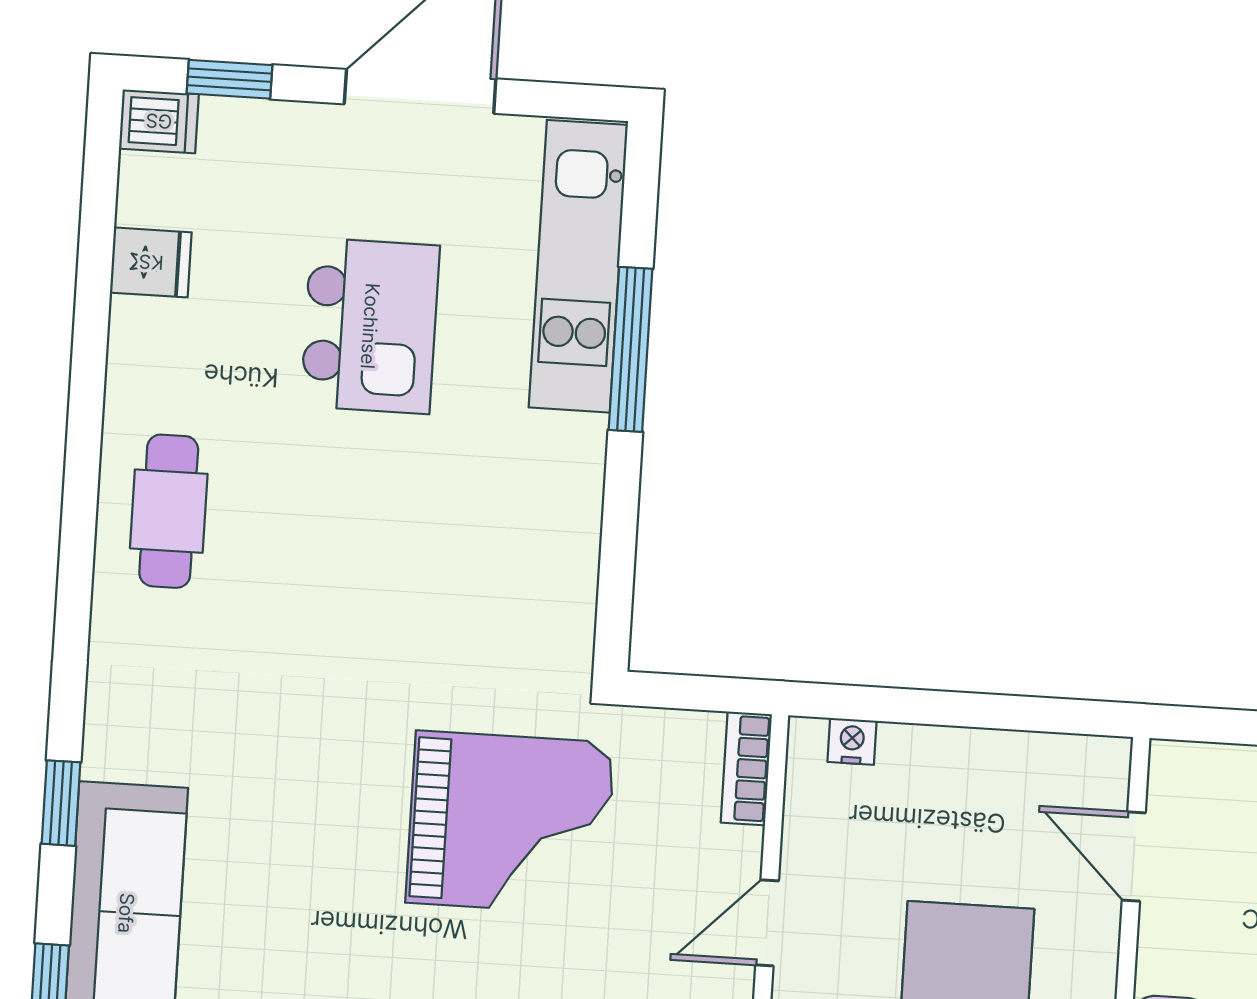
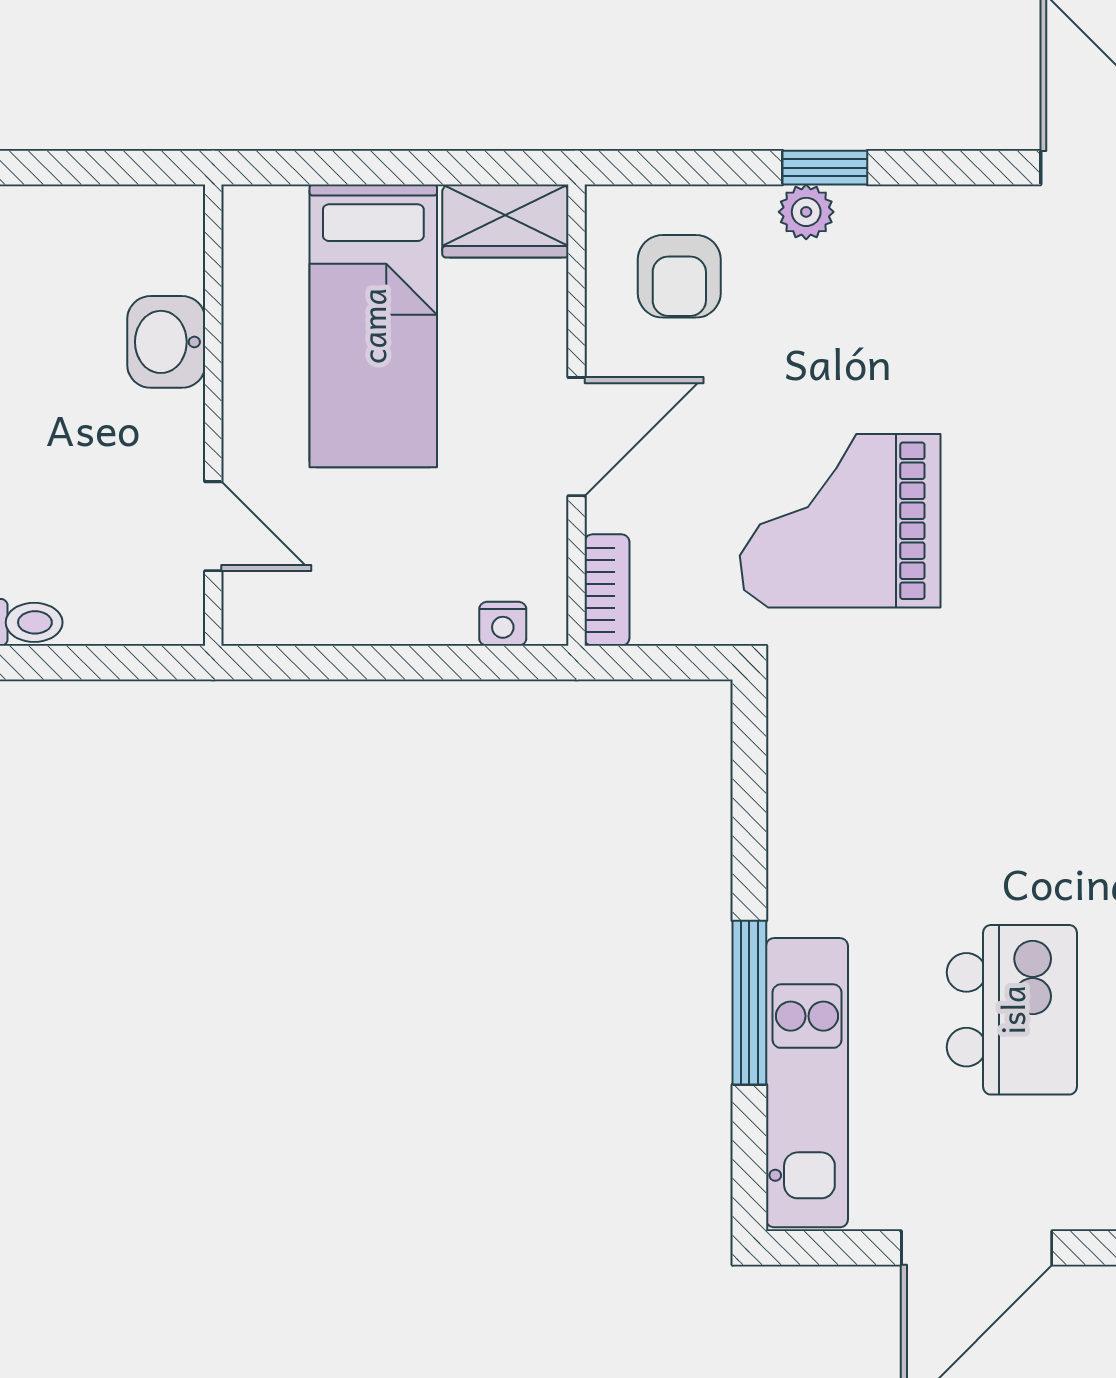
kitchen island: (370, 326) -> (1012, 1010), turned 180
door: (767, 923) -> (577, 437), width x1.38

